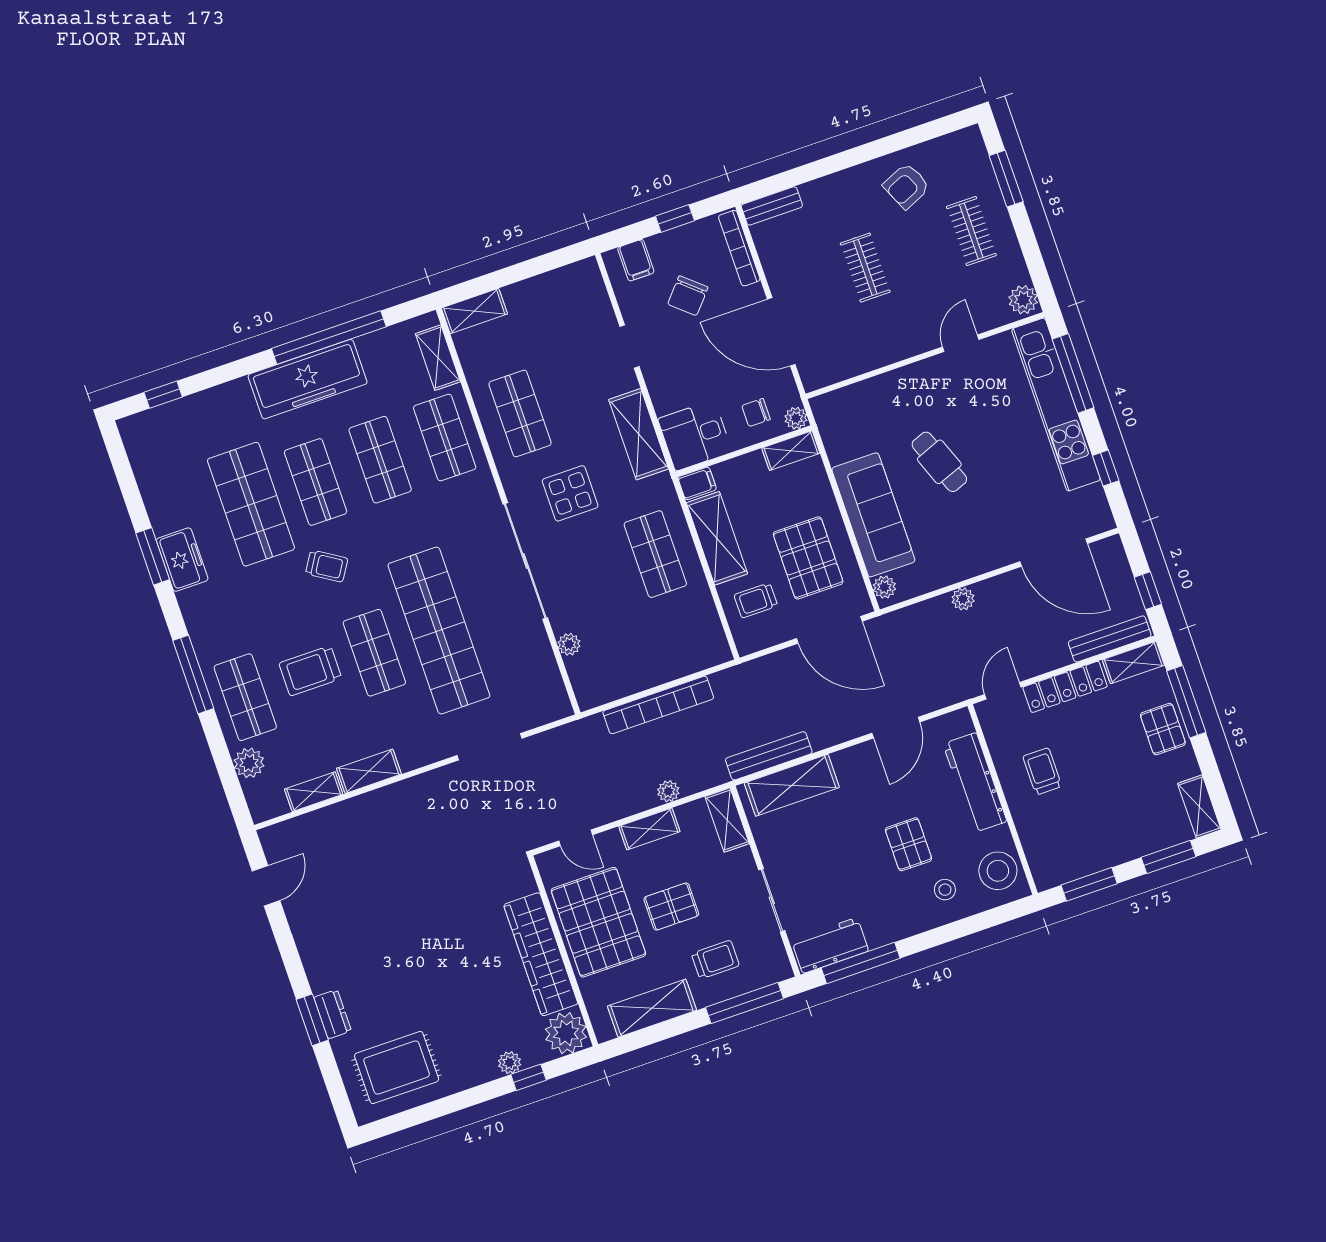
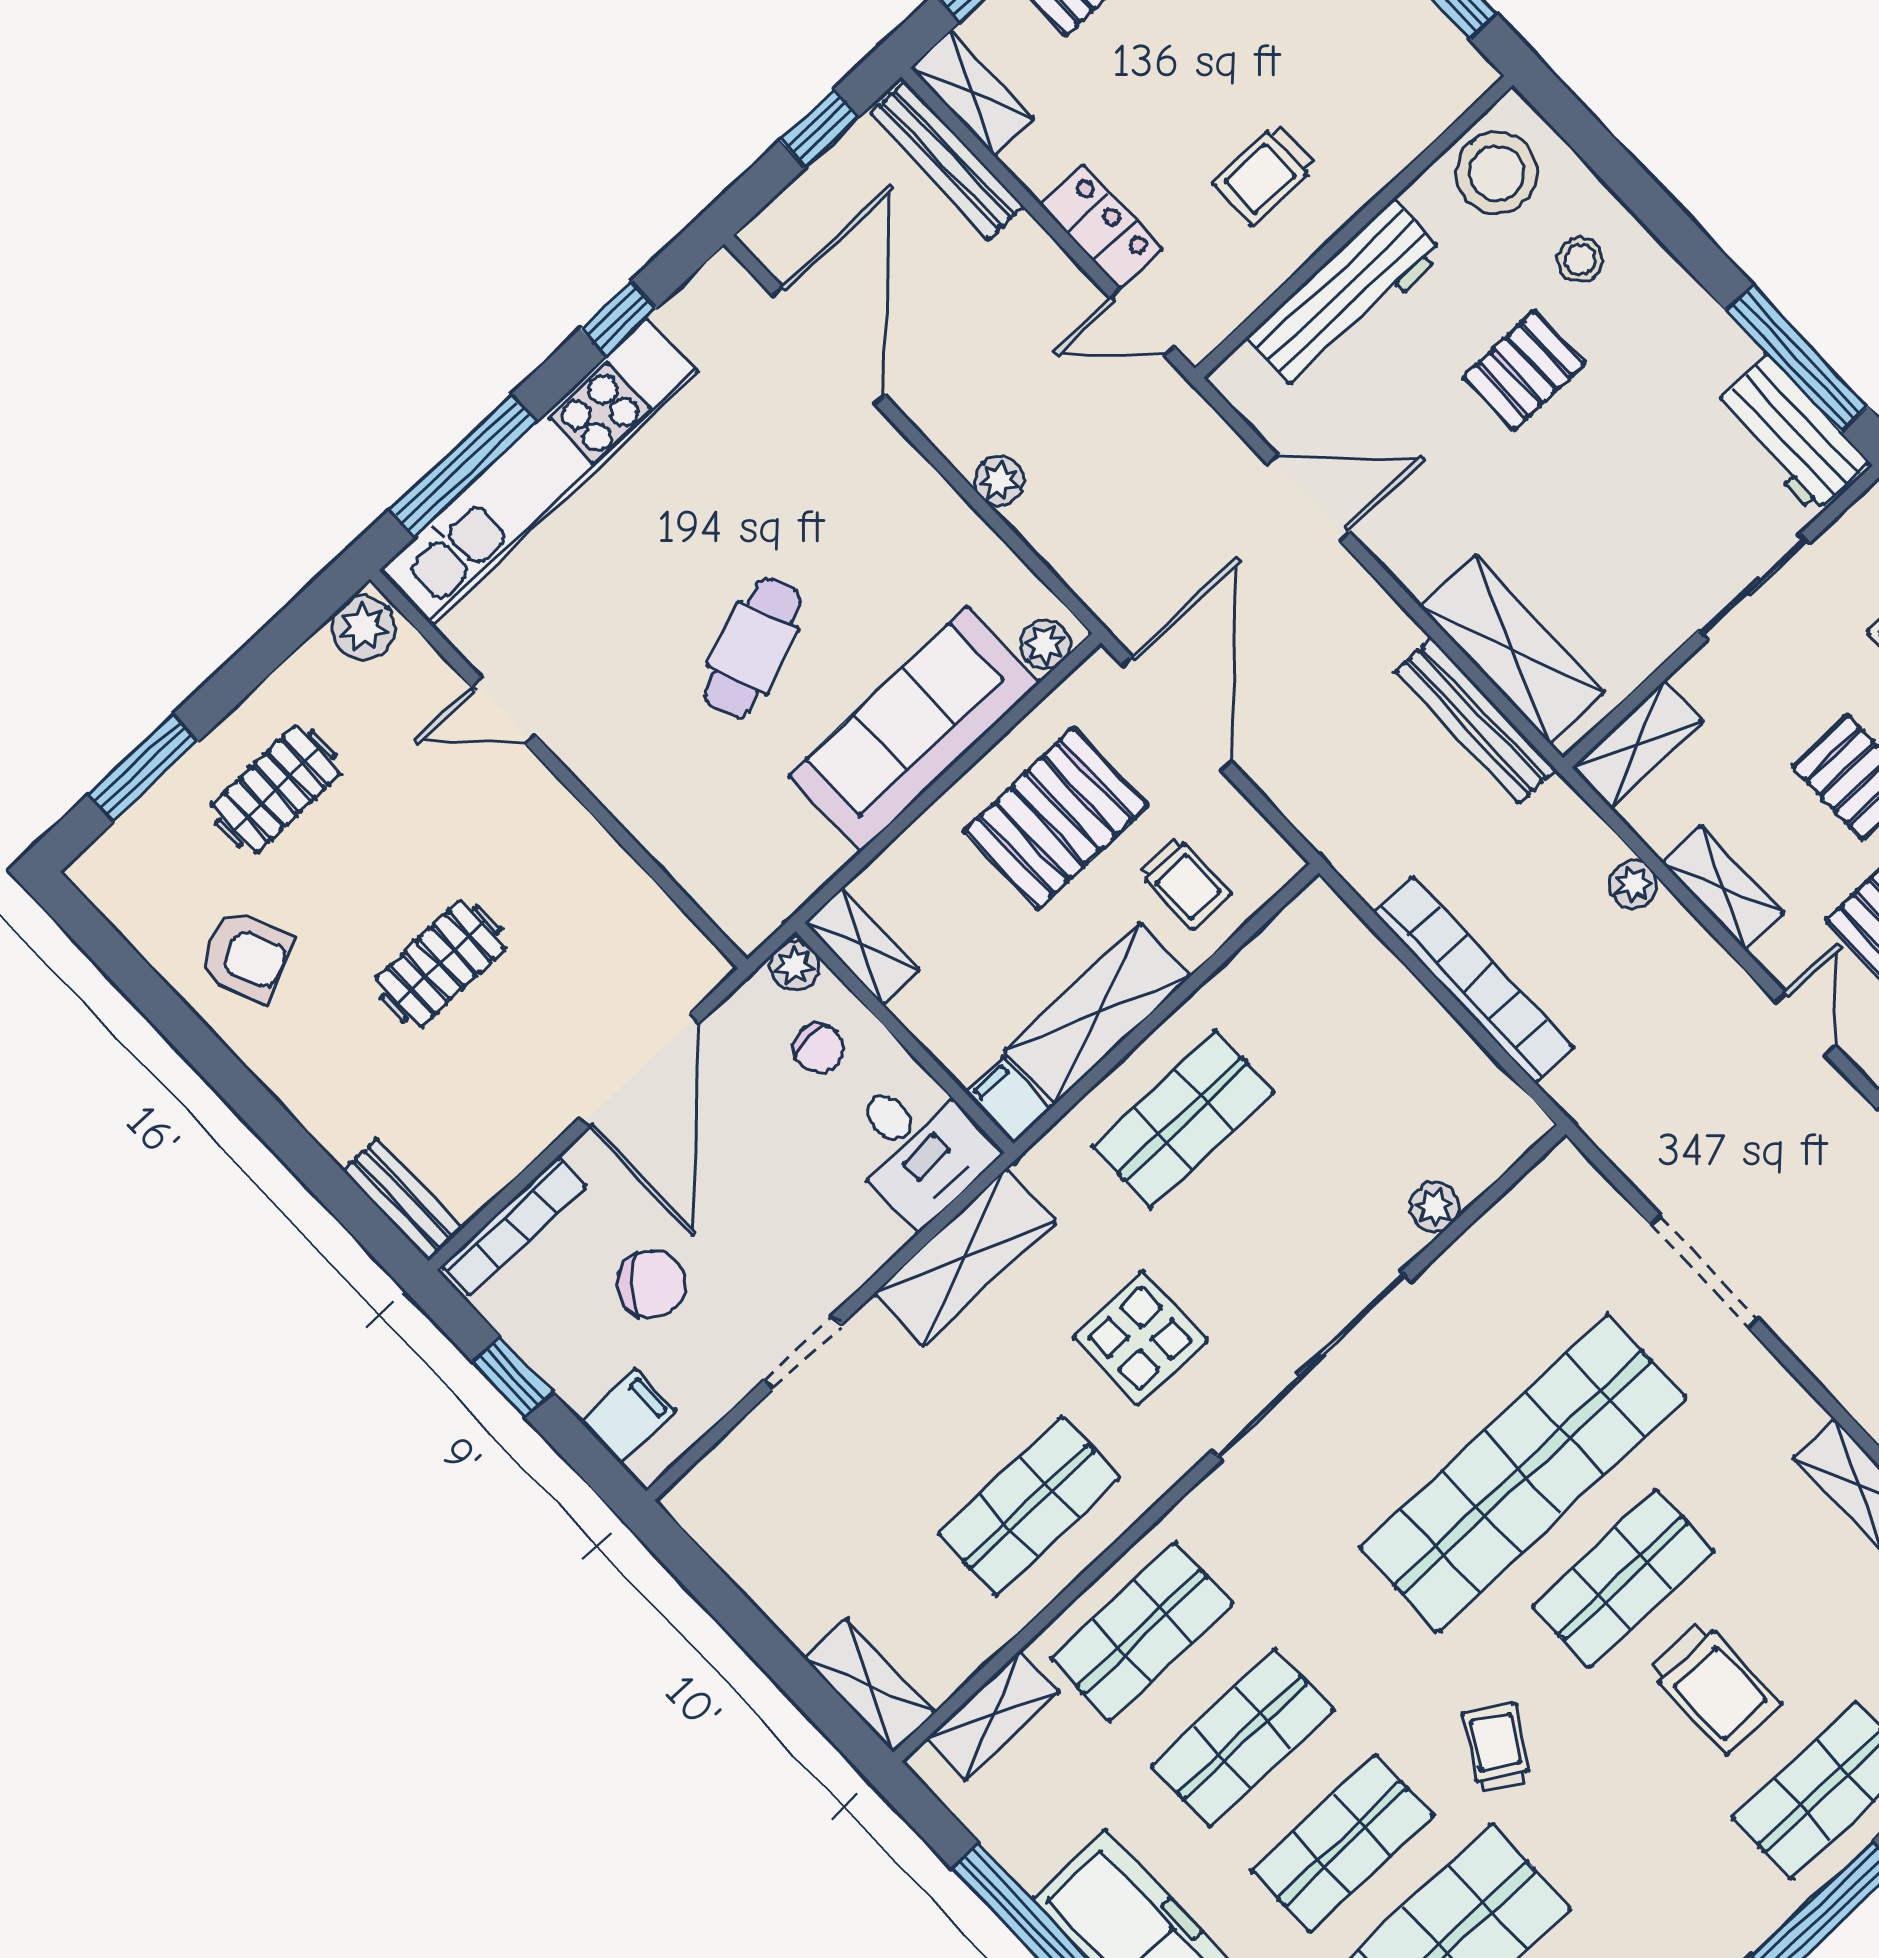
locker: (1065, 687) -> (1101, 227), width x0.66

